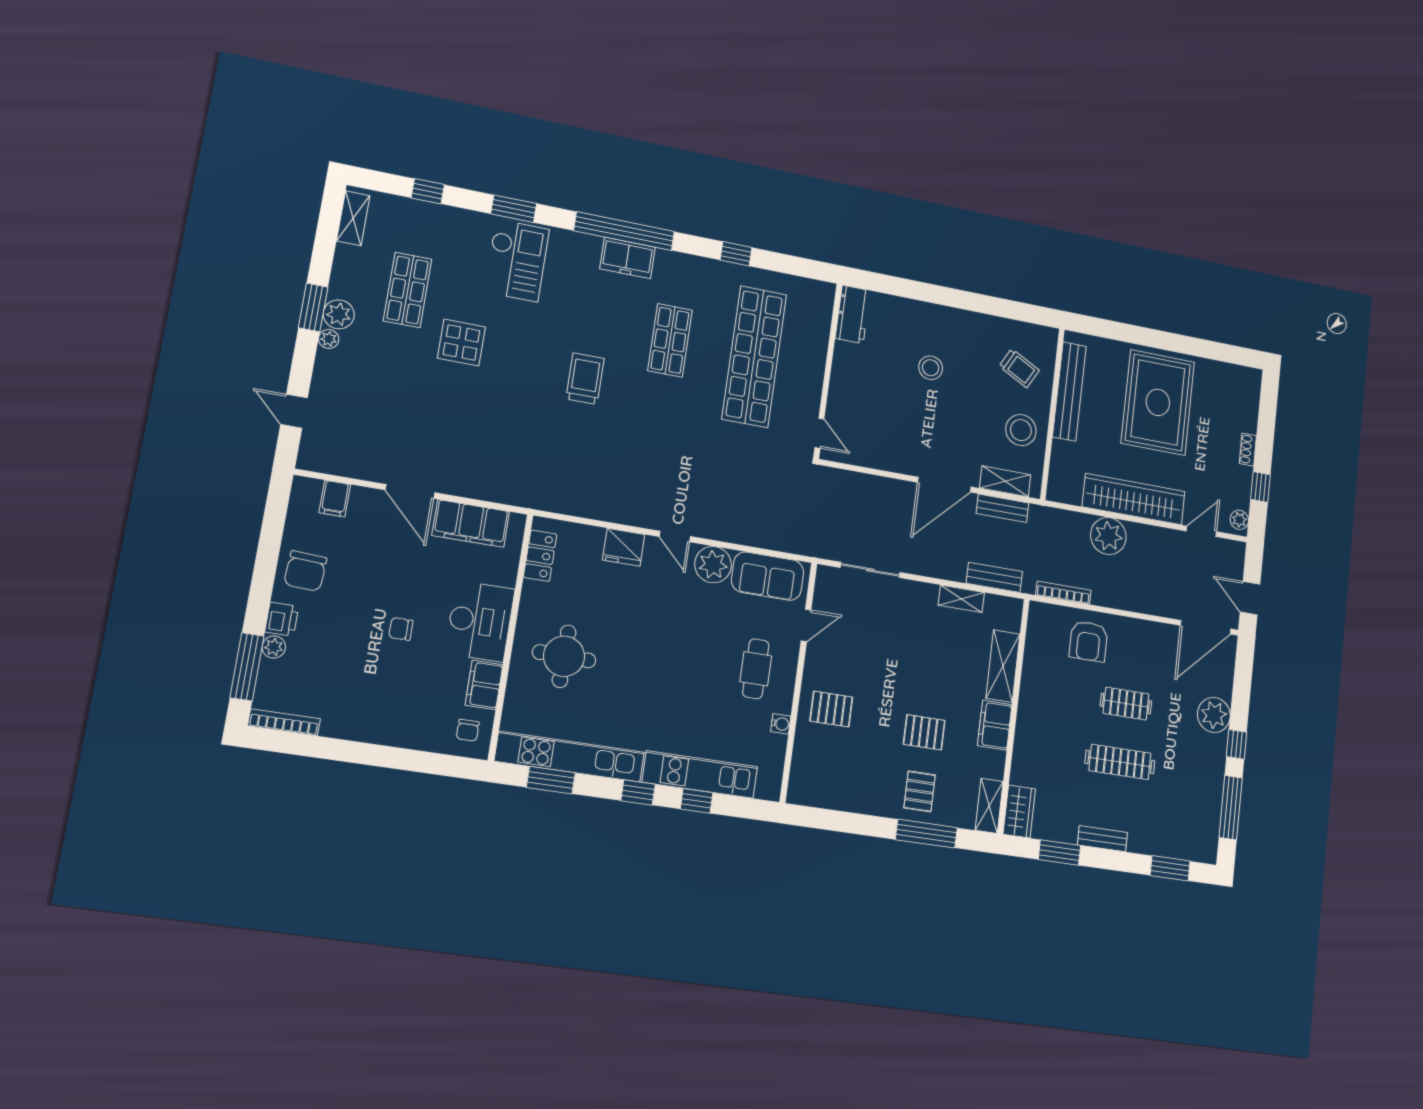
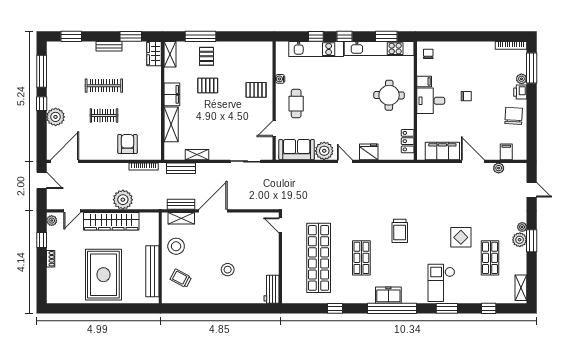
plant: (357, 468) -> (499, 168), added
desk: (480, 621) -> (431, 101), width x0.73
filing cabinet: (484, 685) -> (424, 81), width x0.50

